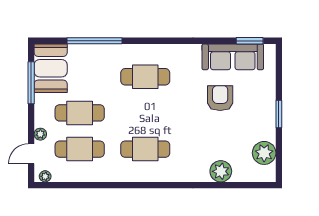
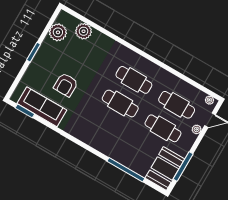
cafe table: (145, 77) -> (120, 103), moved
plant: (221, 171) -> (84, 31), moved

